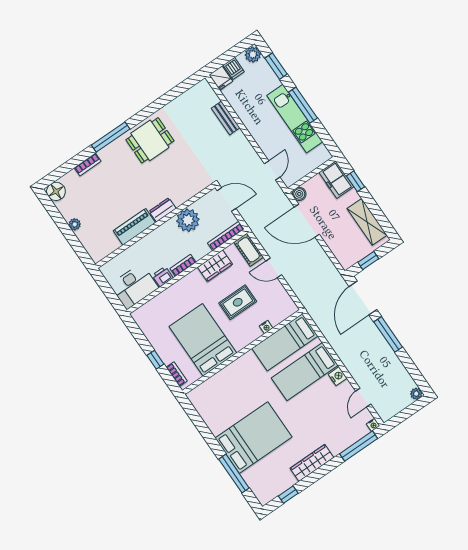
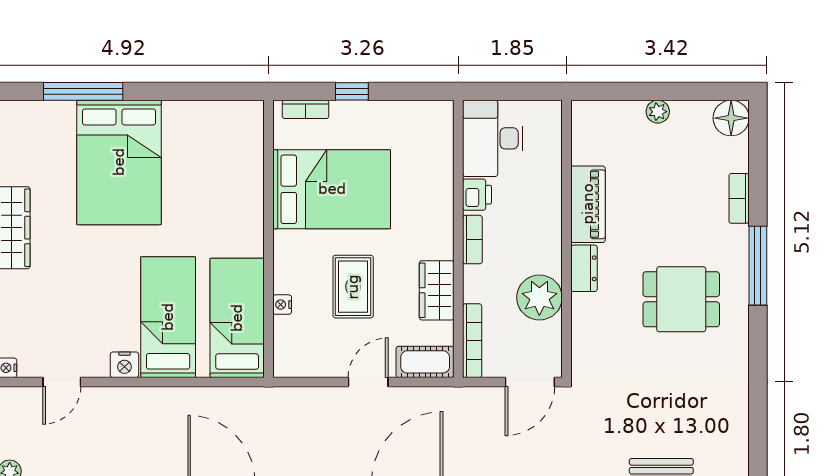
dining table: (150, 140) -> (681, 299), moved, turned 90
door: (363, 398) -> (62, 382), swing flipped

